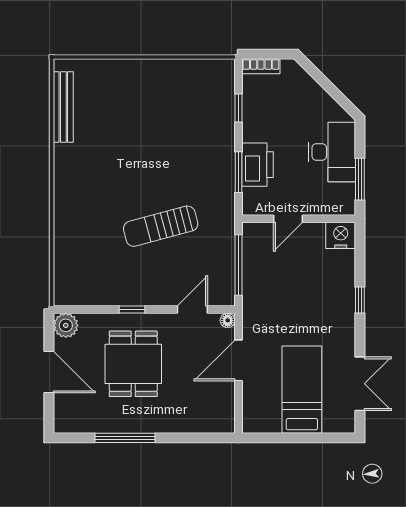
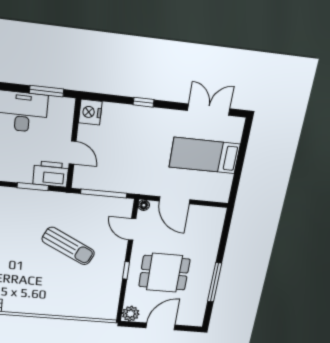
printer: (257, 165) -> (51, 174), moved
sun lounger: (161, 226) -> (68, 246), turned -49

